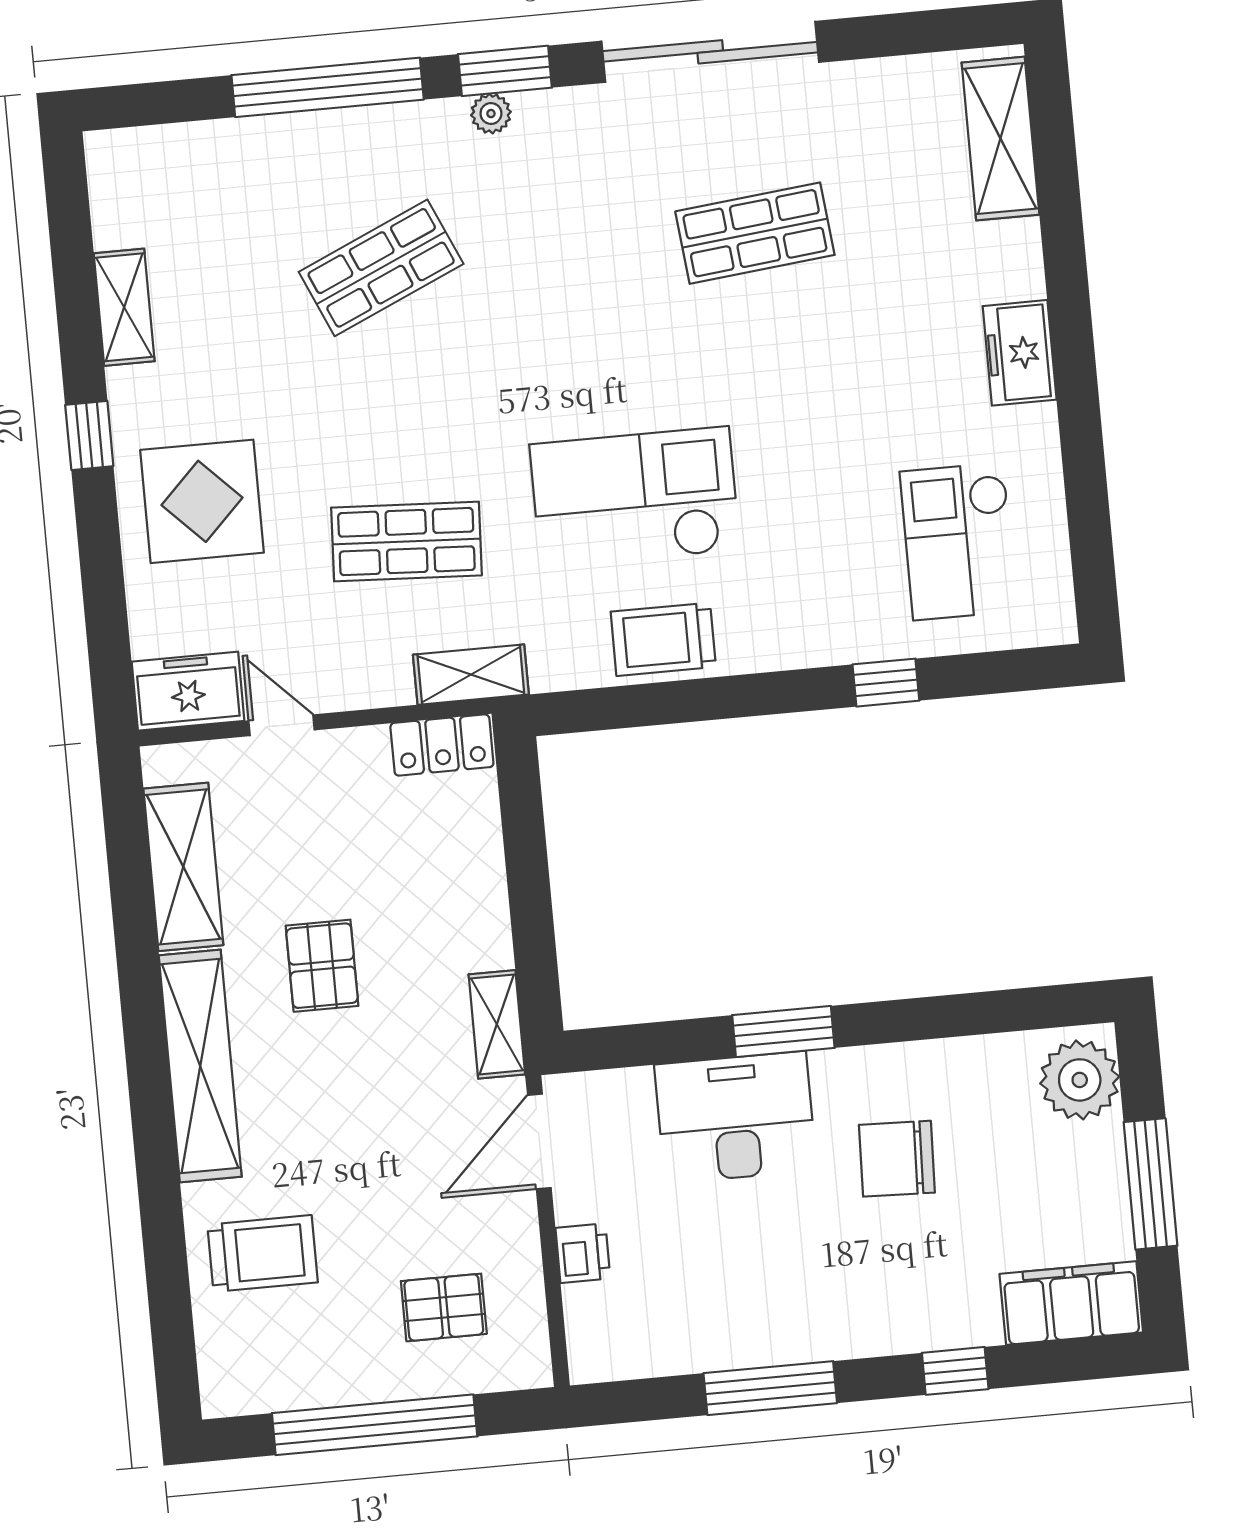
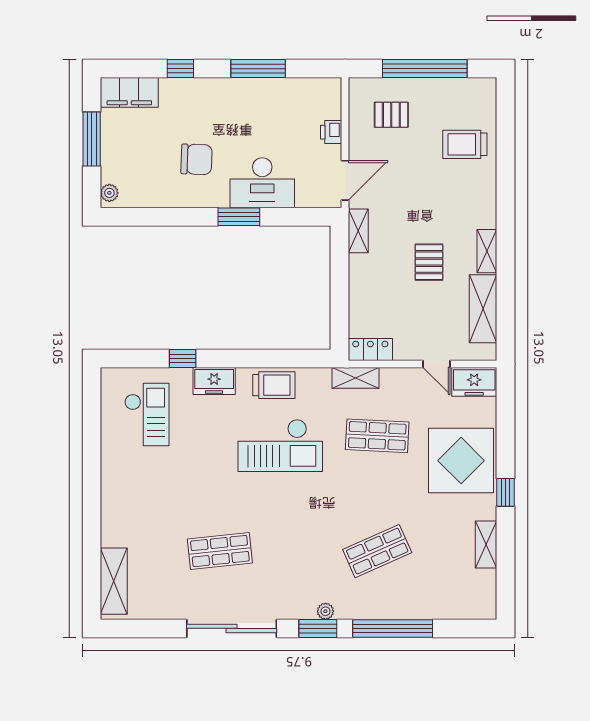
freezer: (1020, 353) -> (214, 381), moved, turned 90
display table: (202, 501) -> (461, 461), width x1.36, depth x1.36
shelving: (200, 1066) -> (487, 251), width x0.45, depth x0.75
plant: (1080, 1080) -> (109, 193), width x0.53, depth x0.53

